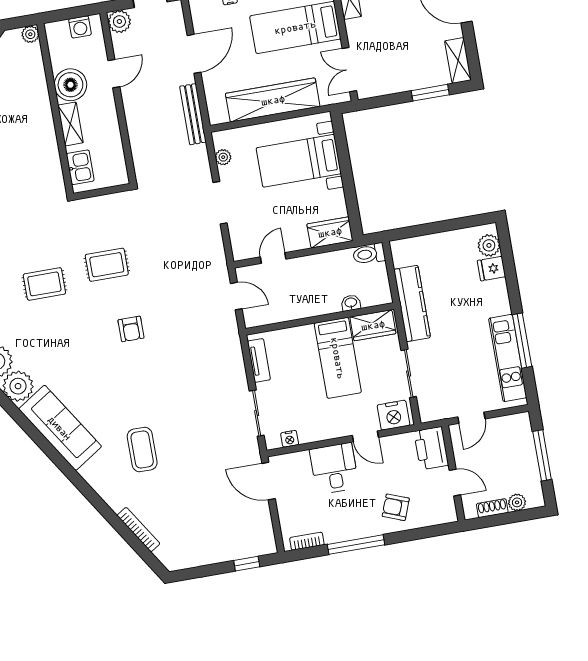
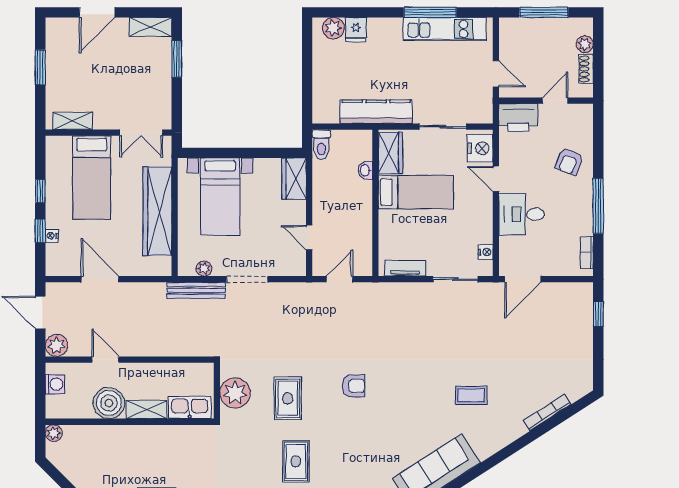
bench: (193, 114) -> (196, 290), moved
kitchen sink: (80, 167) -> (190, 408), width x1.38
plant: (103, 211) -> (235, 393), added
door: (365, 436) -> (496, 179), swing flipped
coffee table: (142, 449) -> (471, 395), width x0.73, depth x0.77

